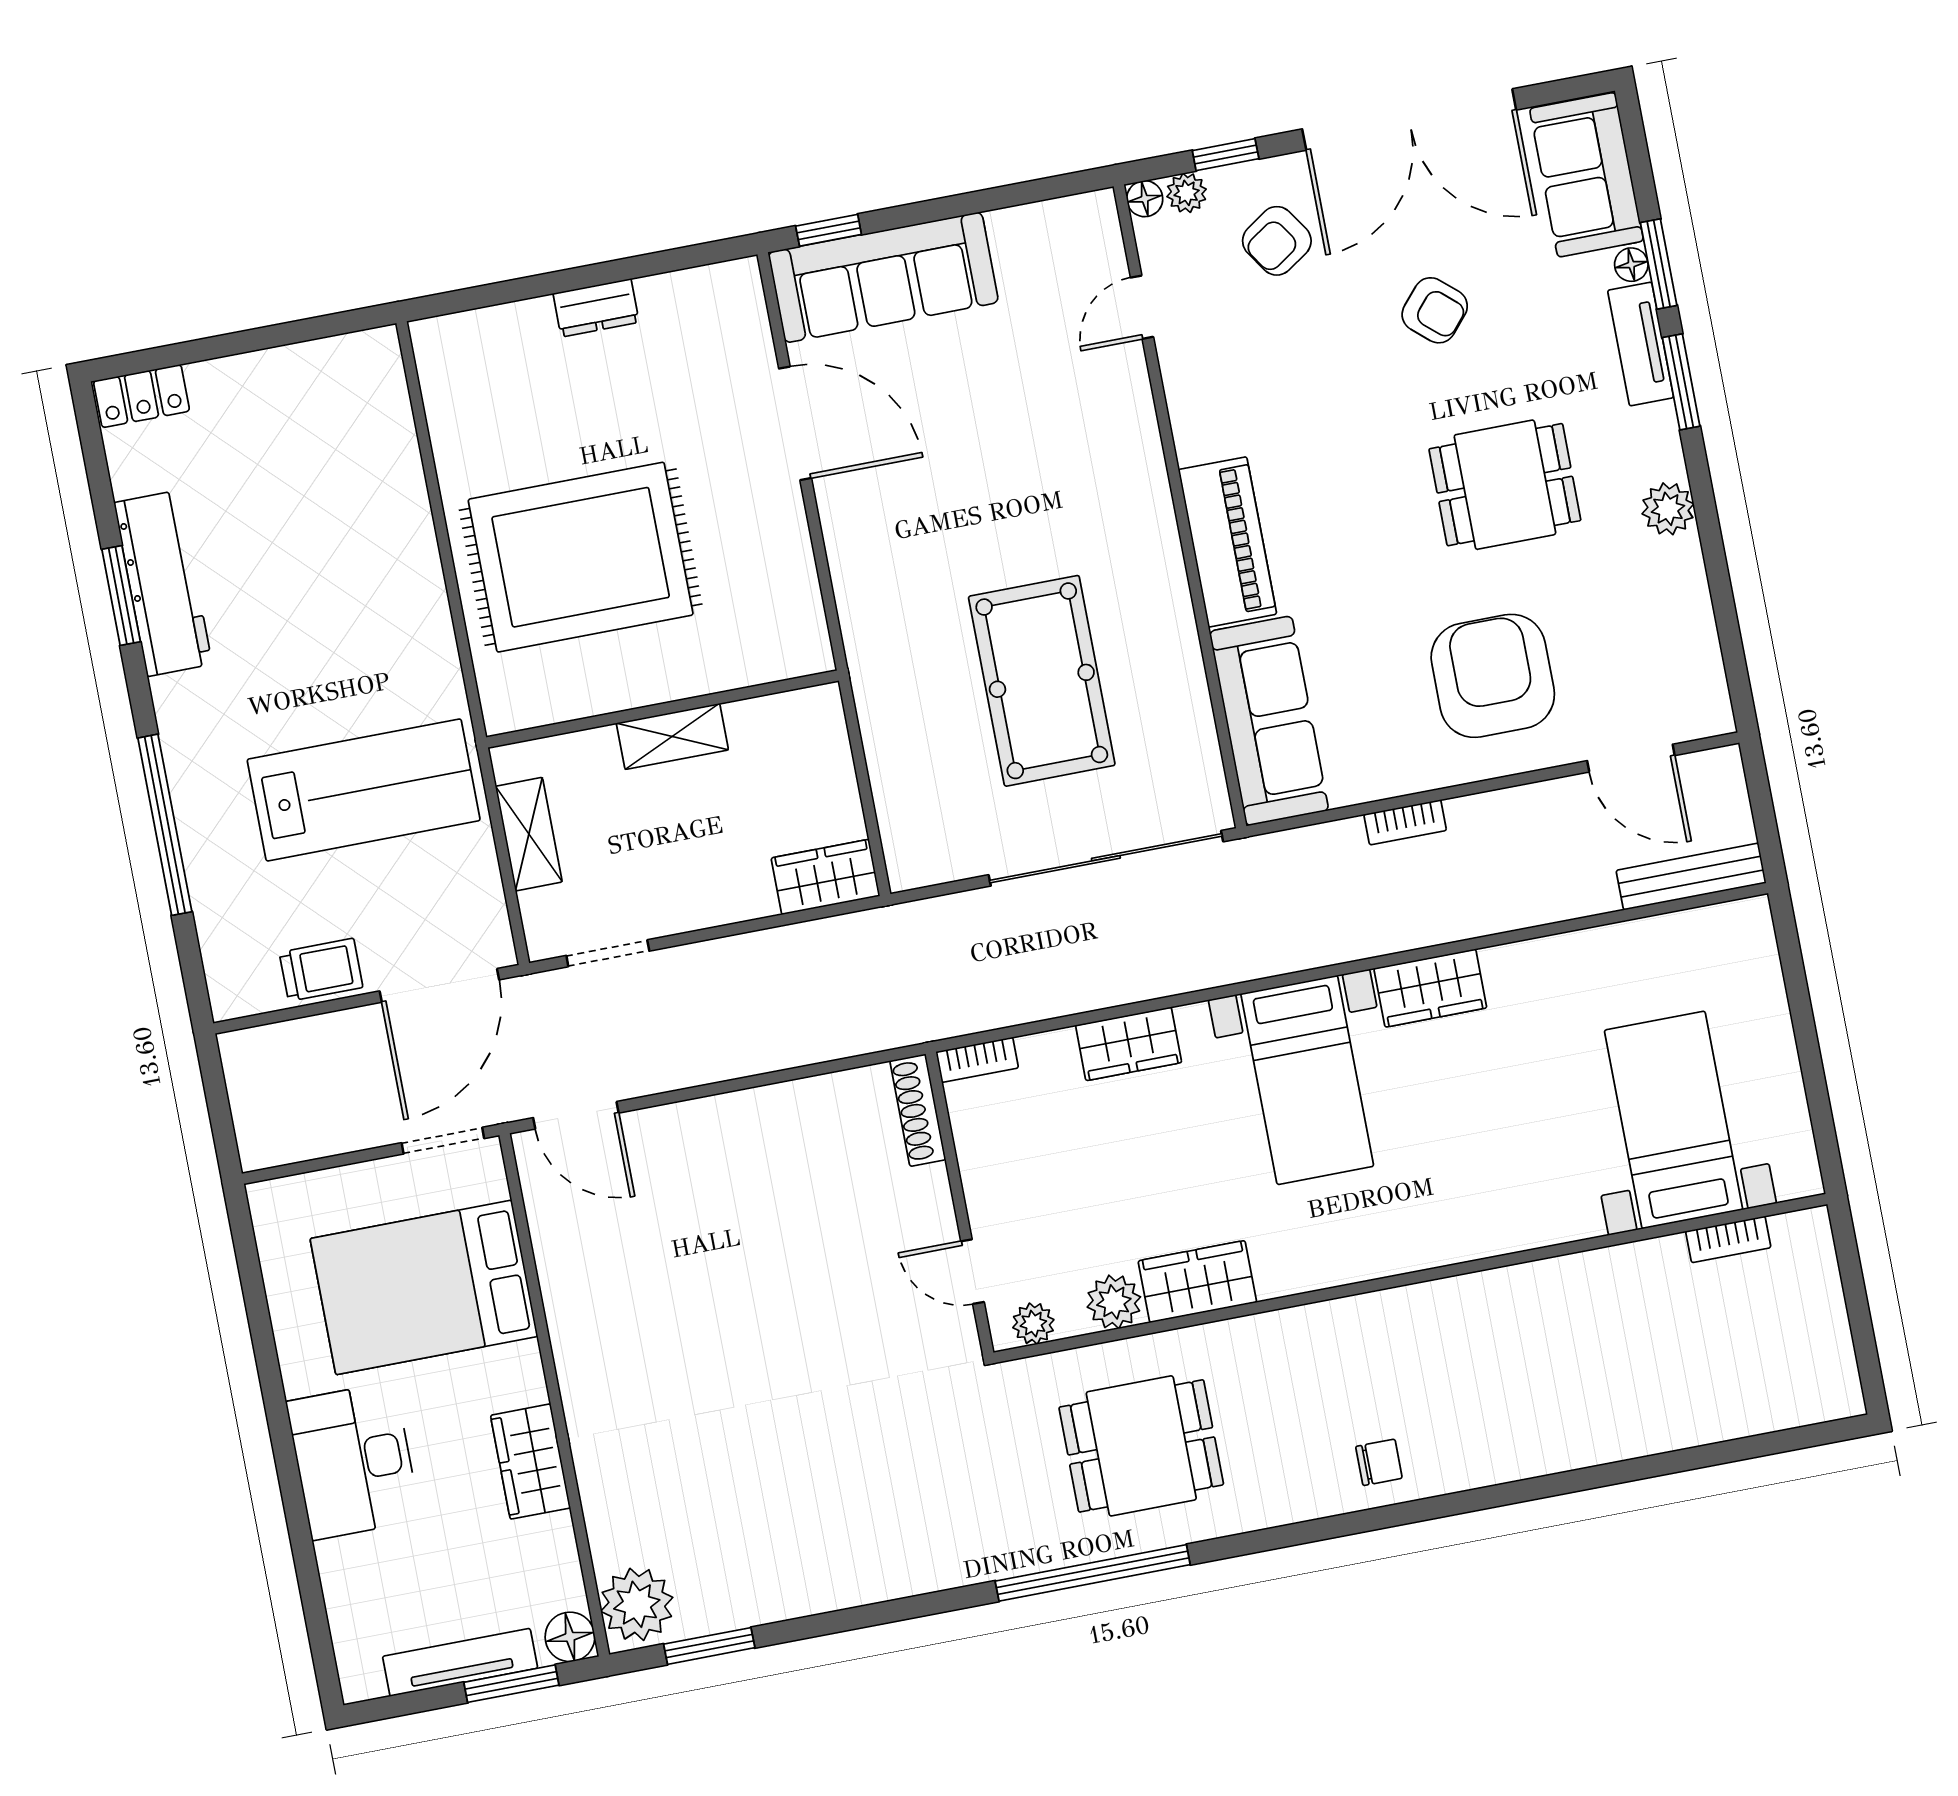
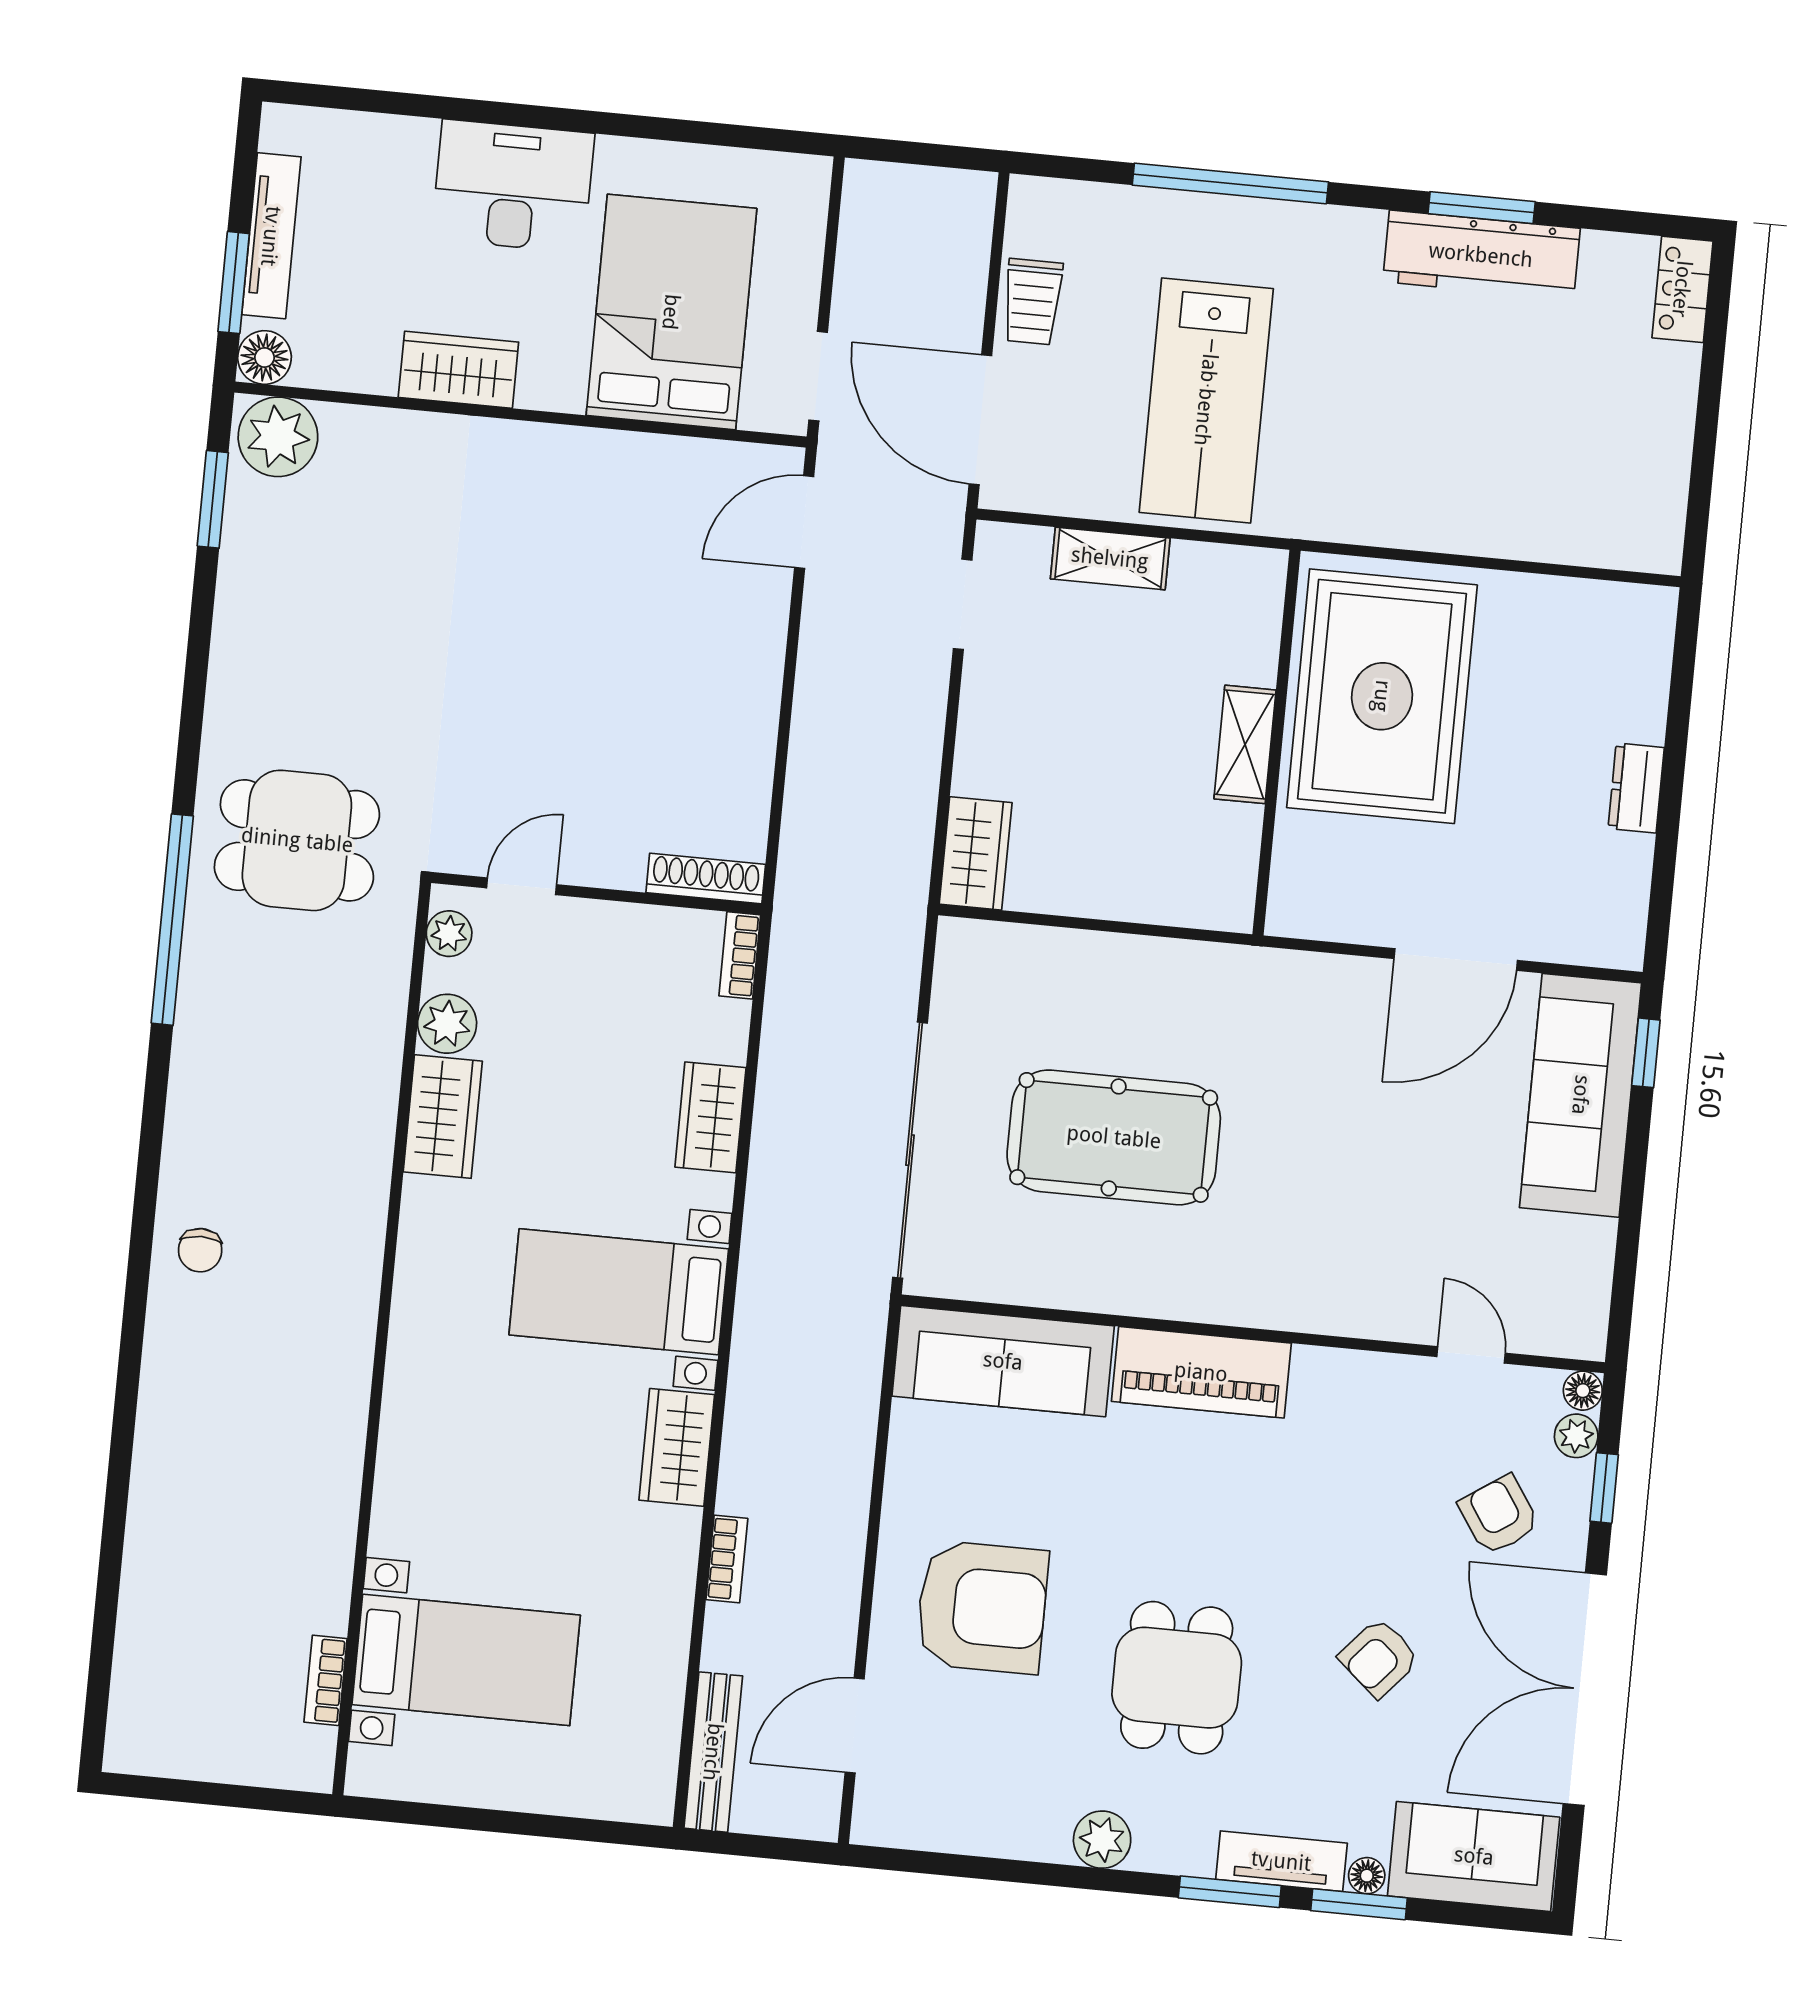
wall: (662, 709) -> (1277, 743), moved
shelving: (672, 736) -> (1245, 744), moved
bookcase: (1405, 822) -> (727, 1559), moved, turned 180
dining table: (1141, 1446) -> (297, 840), moved, turned 90

